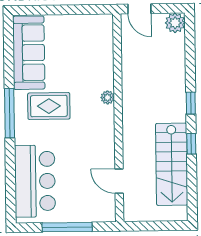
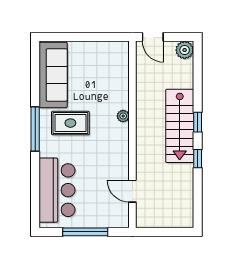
stairs: (172, 164) -> (180, 126), moved

